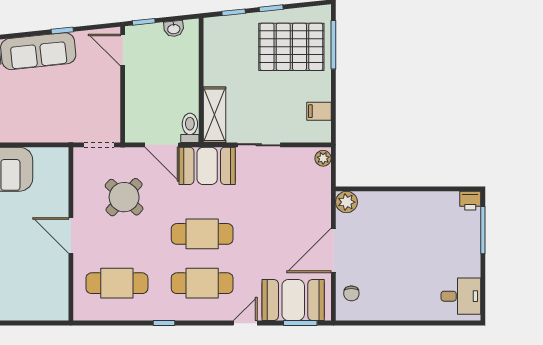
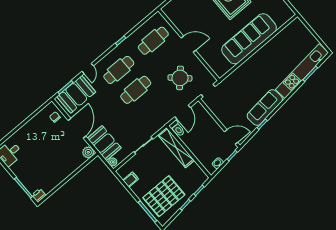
shelving: (215, 115) -> (176, 148), width x1.47
door: (162, 145) -> (183, 112), swing flipped
booth: (207, 166) -> (104, 143), moved, turned 90

